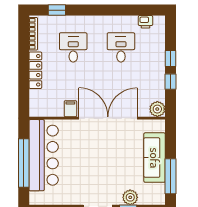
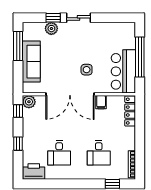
printer: (146, 22) -> (34, 172), width x1.87, depth x1.48
locker: (35, 70) -> (130, 111), moved
window: (170, 82) -> (18, 111), moved
side table: (88, 148) -> (87, 70), added
bar counter: (44, 155) -> (123, 71), width x0.73

